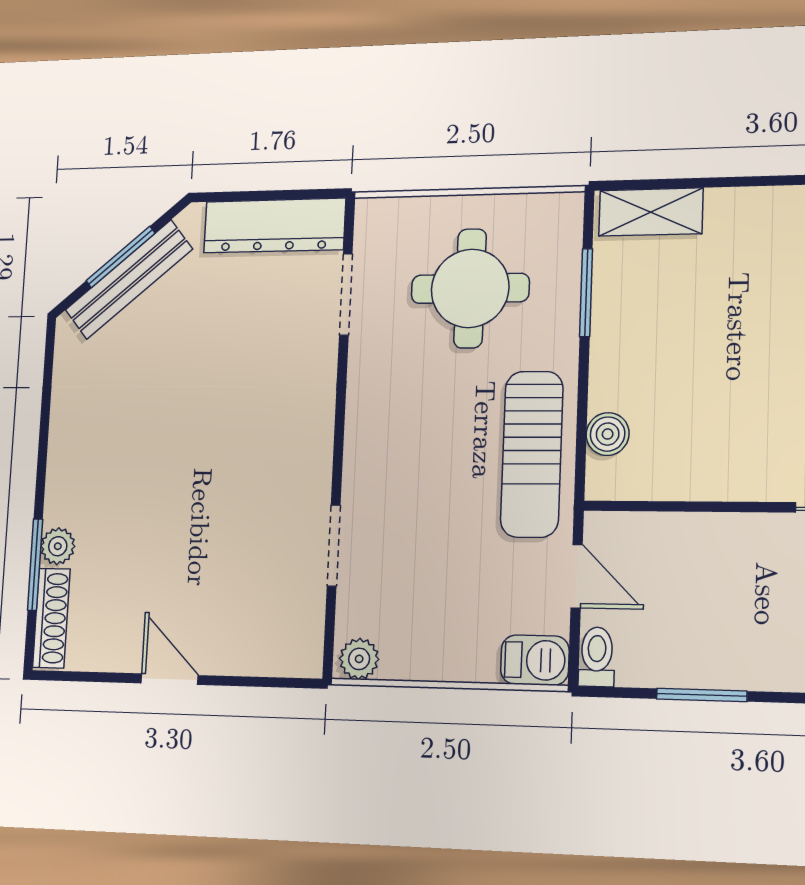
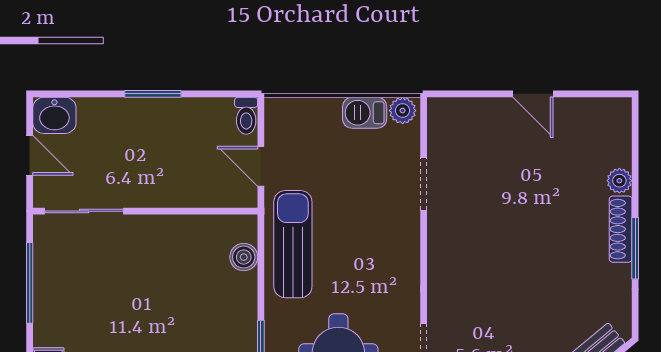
window: (35, 565) -> (635, 248), moved
shoe rack: (51, 618) -> (621, 229), moved
barbecue: (535, 660) -> (365, 113), moved
window: (702, 695) -> (153, 94), moved

